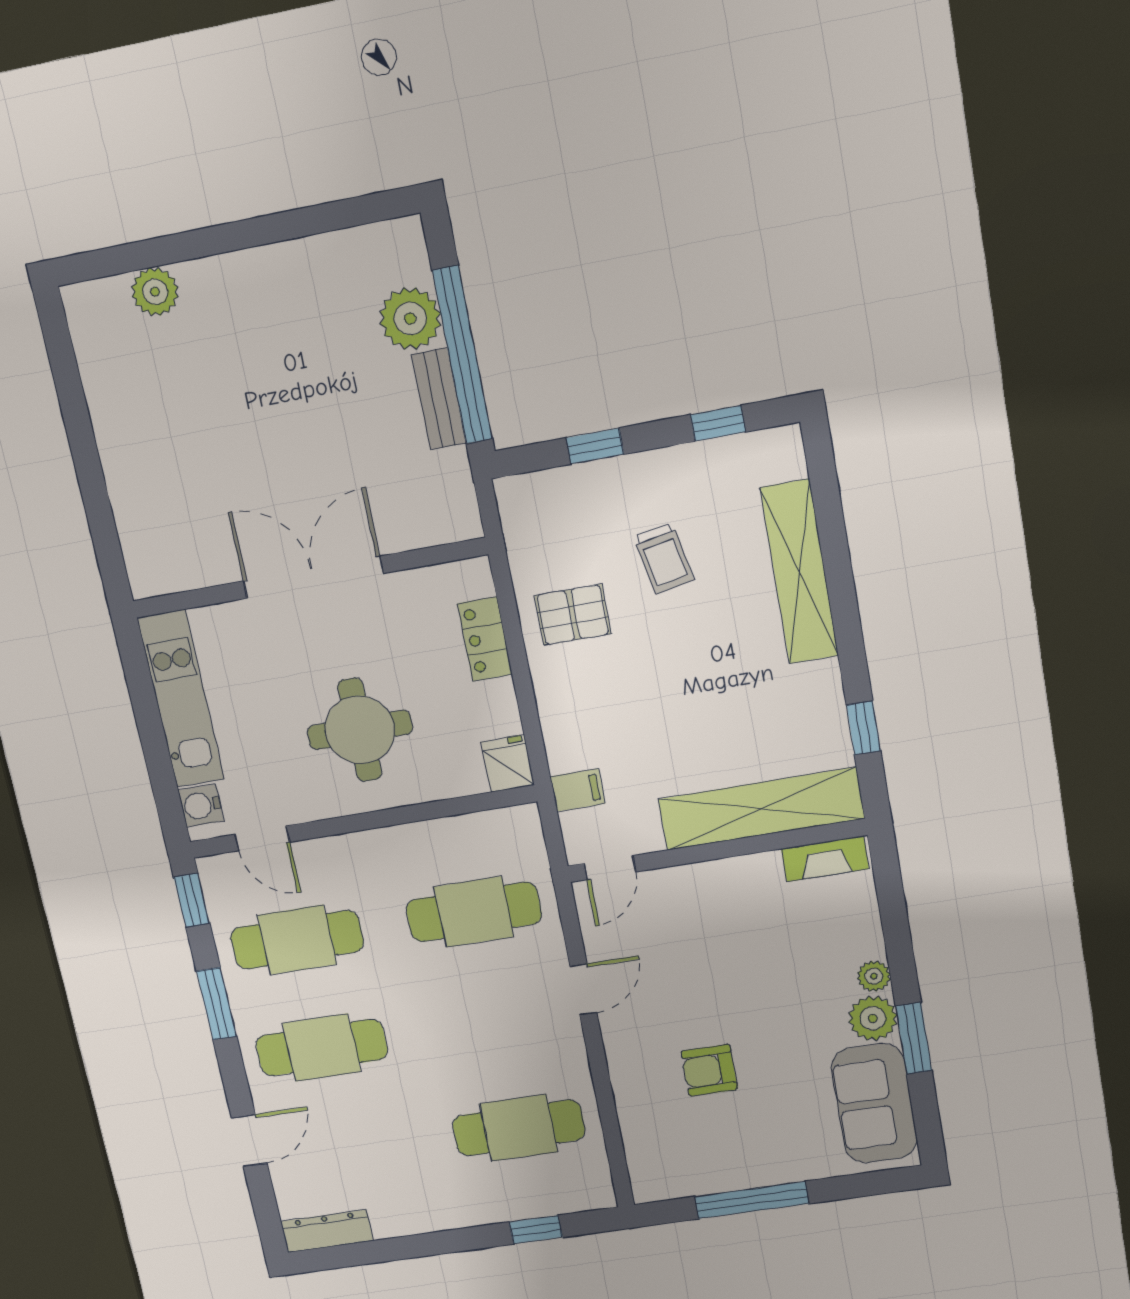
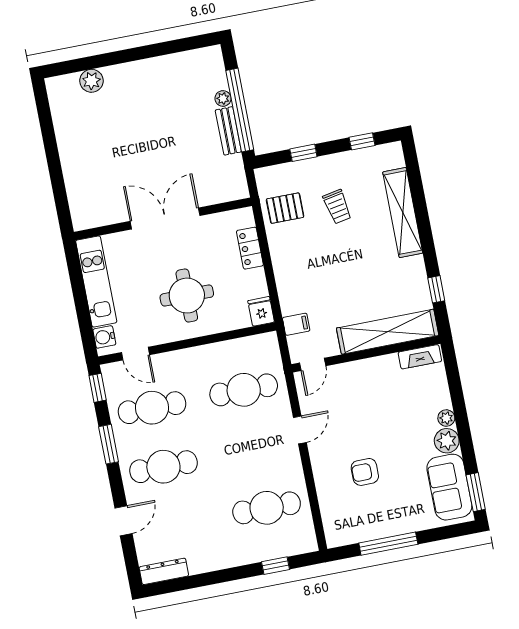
plant: (410, 319) -> (223, 98), width x0.53, depth x0.53
pallet: (573, 615) -> (285, 208), moved
window: (914, 1038) -> (476, 492), moved

